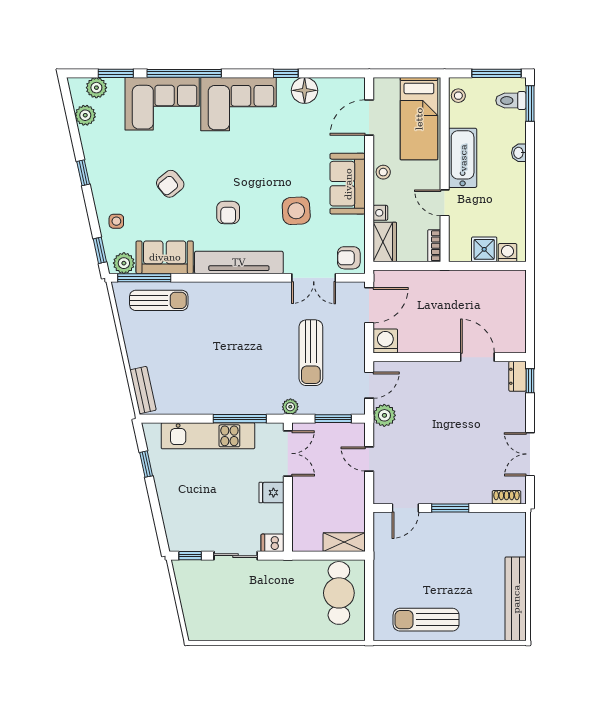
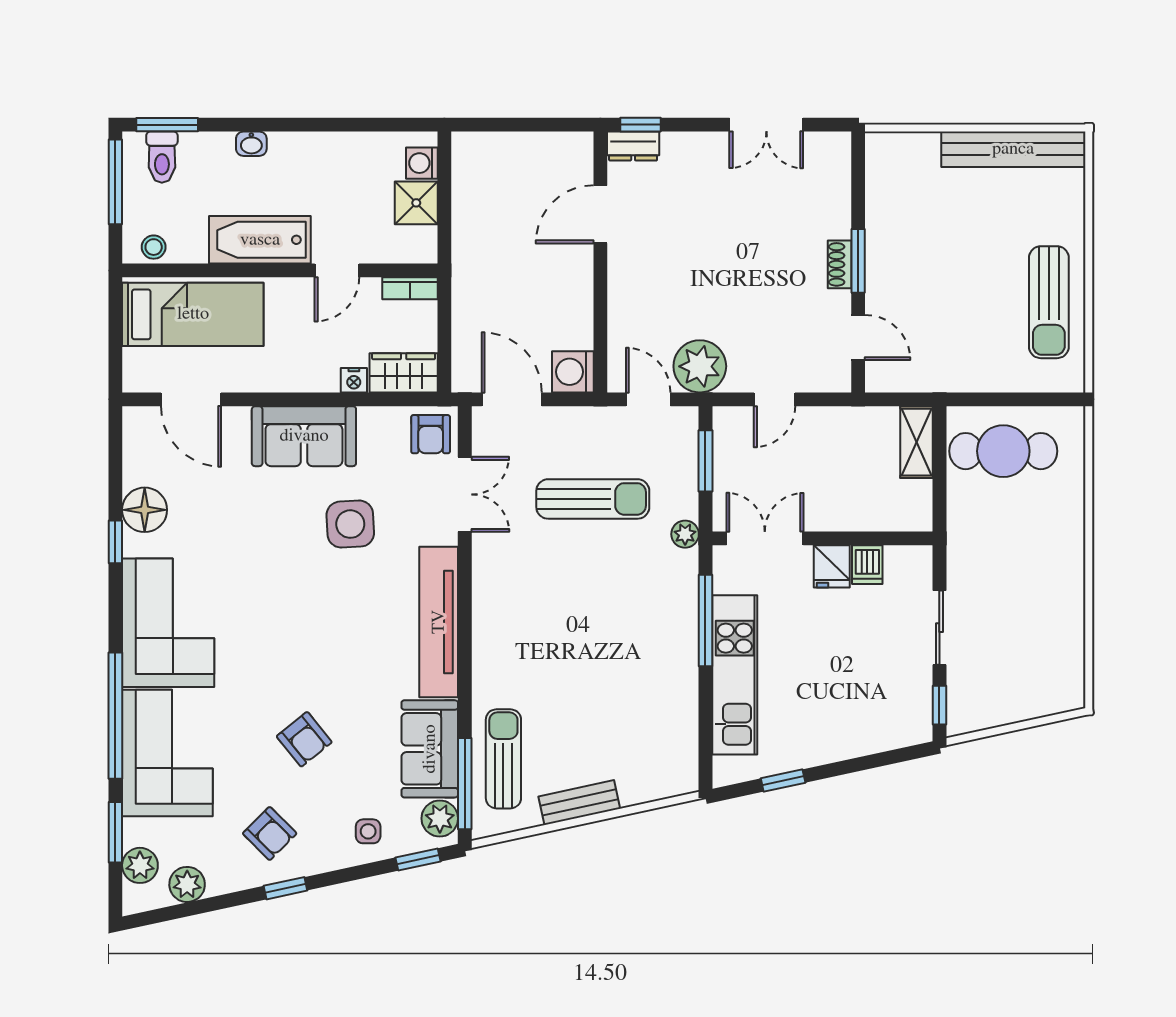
stool: (383, 172) -> (284, 375), removed
armchair: (228, 213) -> (270, 833), moved, turned 45
bench: (143, 390) -> (579, 803), moved
plant: (384, 415) -> (700, 366), width x1.36, depth x1.36
shoe rack: (506, 497) -> (840, 264), moved
dishwasher: (272, 543) -> (867, 565), moved

